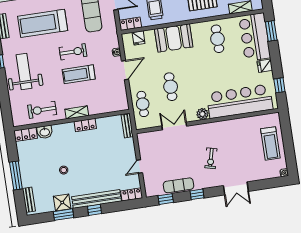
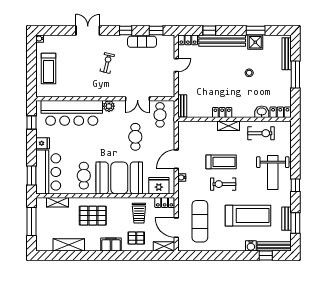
fridge: (139, 38) -> (159, 186), width x1.88, depth x1.34
booth: (174, 38) -> (119, 178), width x1.36, depth x1.42
cafe table: (143, 104) -> (160, 115), moved
treadmill: (270, 143) -> (49, 68), turned 180
bench: (29, 200) -> (287, 54), width x1.36
window: (94, 210) -> (209, 30), moved

